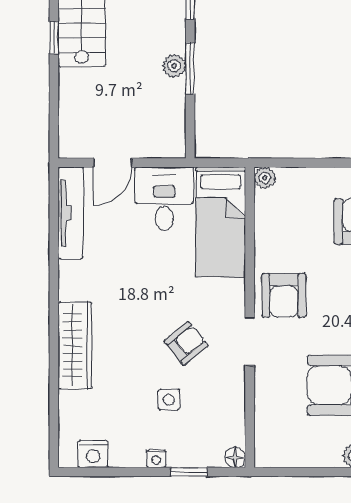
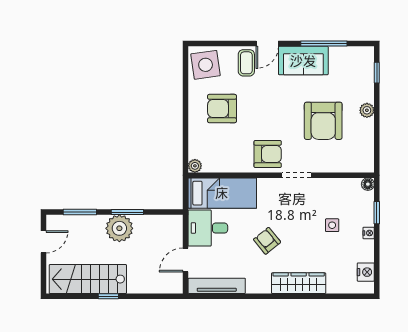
plant: (174, 66) -> (119, 228), width x1.87, depth x1.87
door: (113, 163) -> (186, 260), swing flipped
armchair: (186, 343) -> (267, 241), moved

